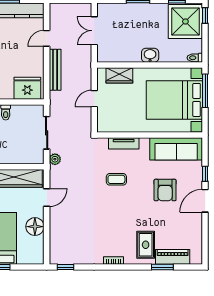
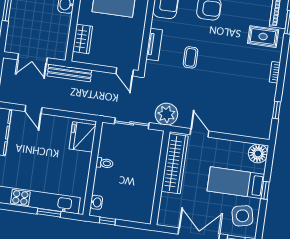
bench: (55, 70) -> (69, 73), moved
door: (94, 99) -> (125, 72), moved
plant: (55, 159) -> (166, 114), width x1.88, depth x1.88
floor lamp: (35, 227) -> (258, 153), moved
window: (66, 267) -> (277, 110), moved

